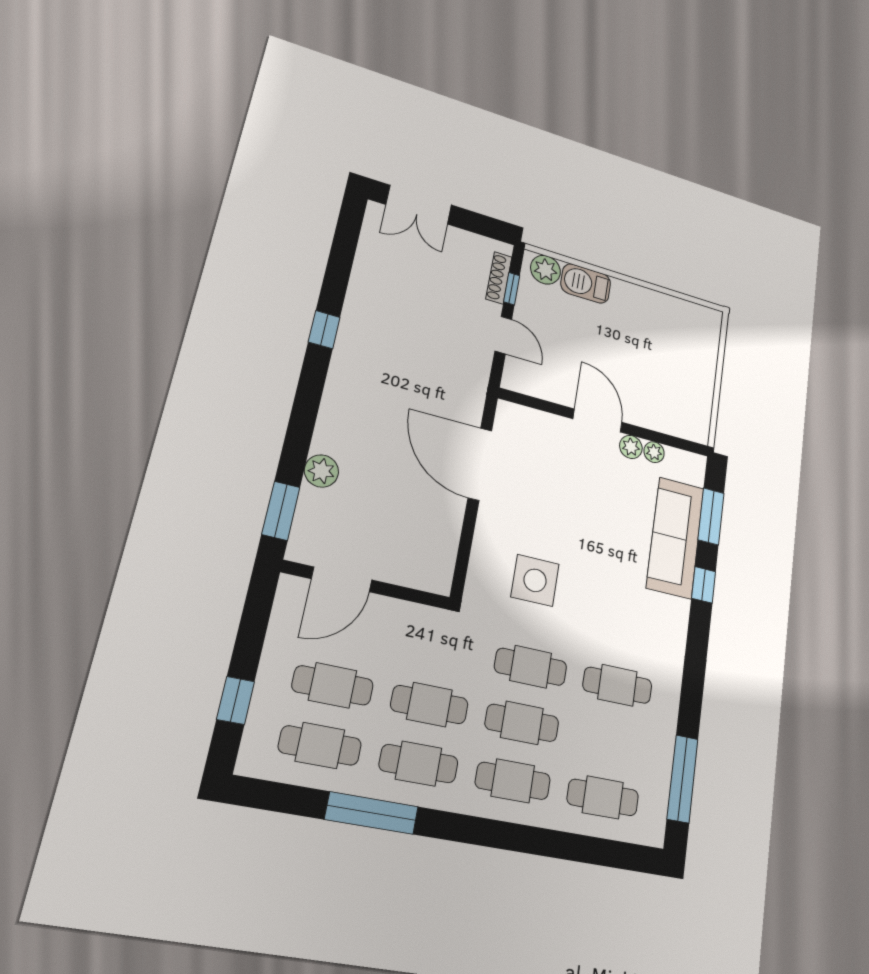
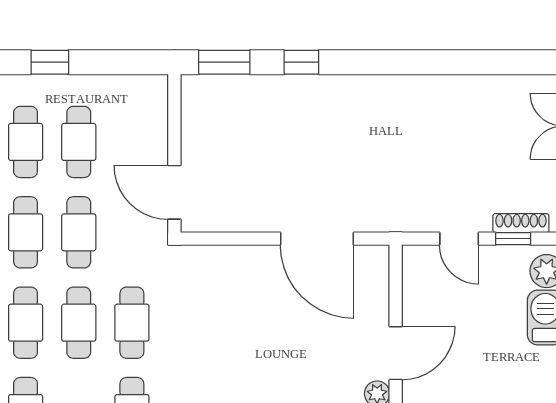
window: (324, 330) -> (301, 62), moved
door: (503, 335) -> (459, 239), hinge flipped
door: (480, 464) -> (317, 239), swing flipped
plant: (321, 471) -> (271, 90), removed
door: (342, 579) -> (174, 192), moved
side table: (535, 580) -> (215, 314), removed

